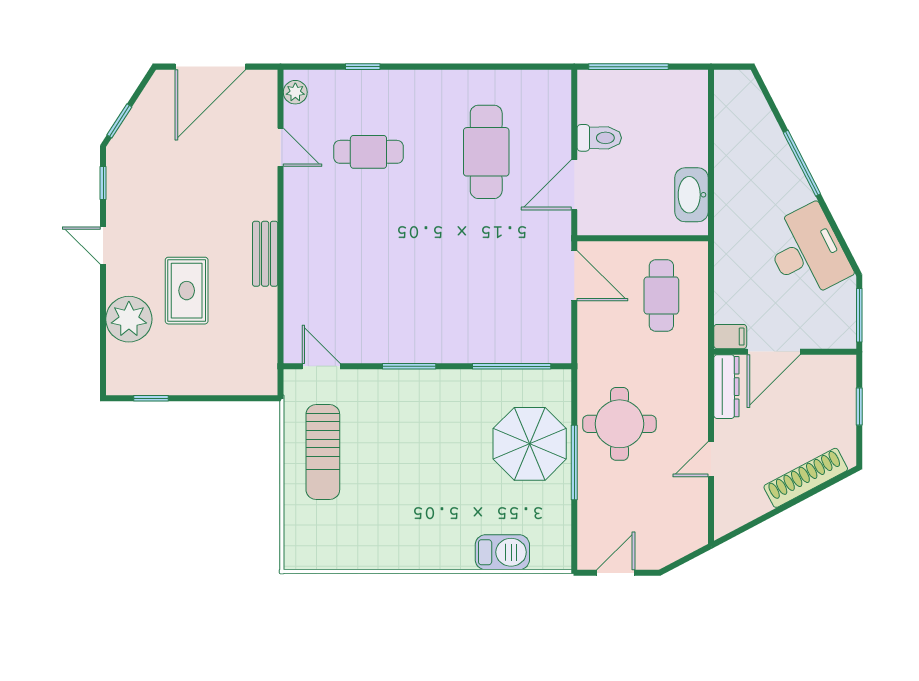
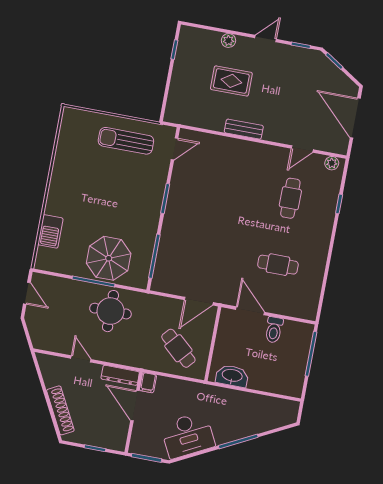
cafe table: (486, 152) -> (278, 265), width x0.73, depth x0.74
cafe table: (661, 296) -> (178, 348), turned 42
plant: (129, 319) -> (228, 40), width x0.53, depth x0.53

